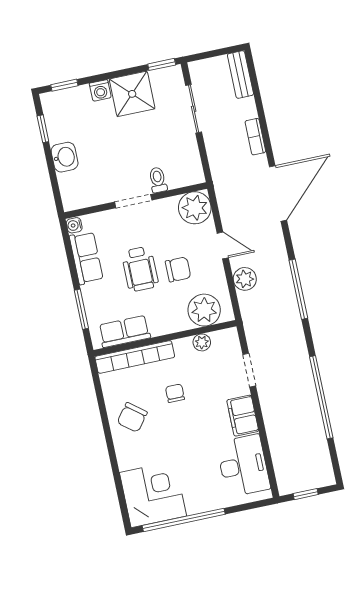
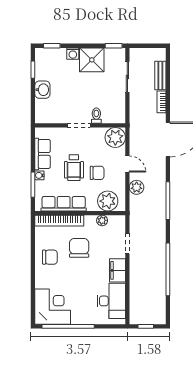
bench: (240, 75) -> (160, 76), moved
water cooler: (74, 225) -> (39, 175), moved
row of seats: (124, 331) -> (64, 204), width x1.48
chair: (175, 393) -> (79, 248), width x1.87, depth x1.87
chair: (132, 417) -> (50, 257), turned -128

